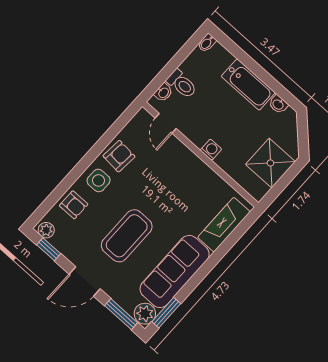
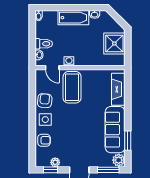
washing machine: (211, 150) -> (69, 61), moved
plant: (46, 230) -> (55, 162), moved
coffee table: (127, 236) -> (72, 87), moved
window: (166, 313) -> (128, 141), moved

